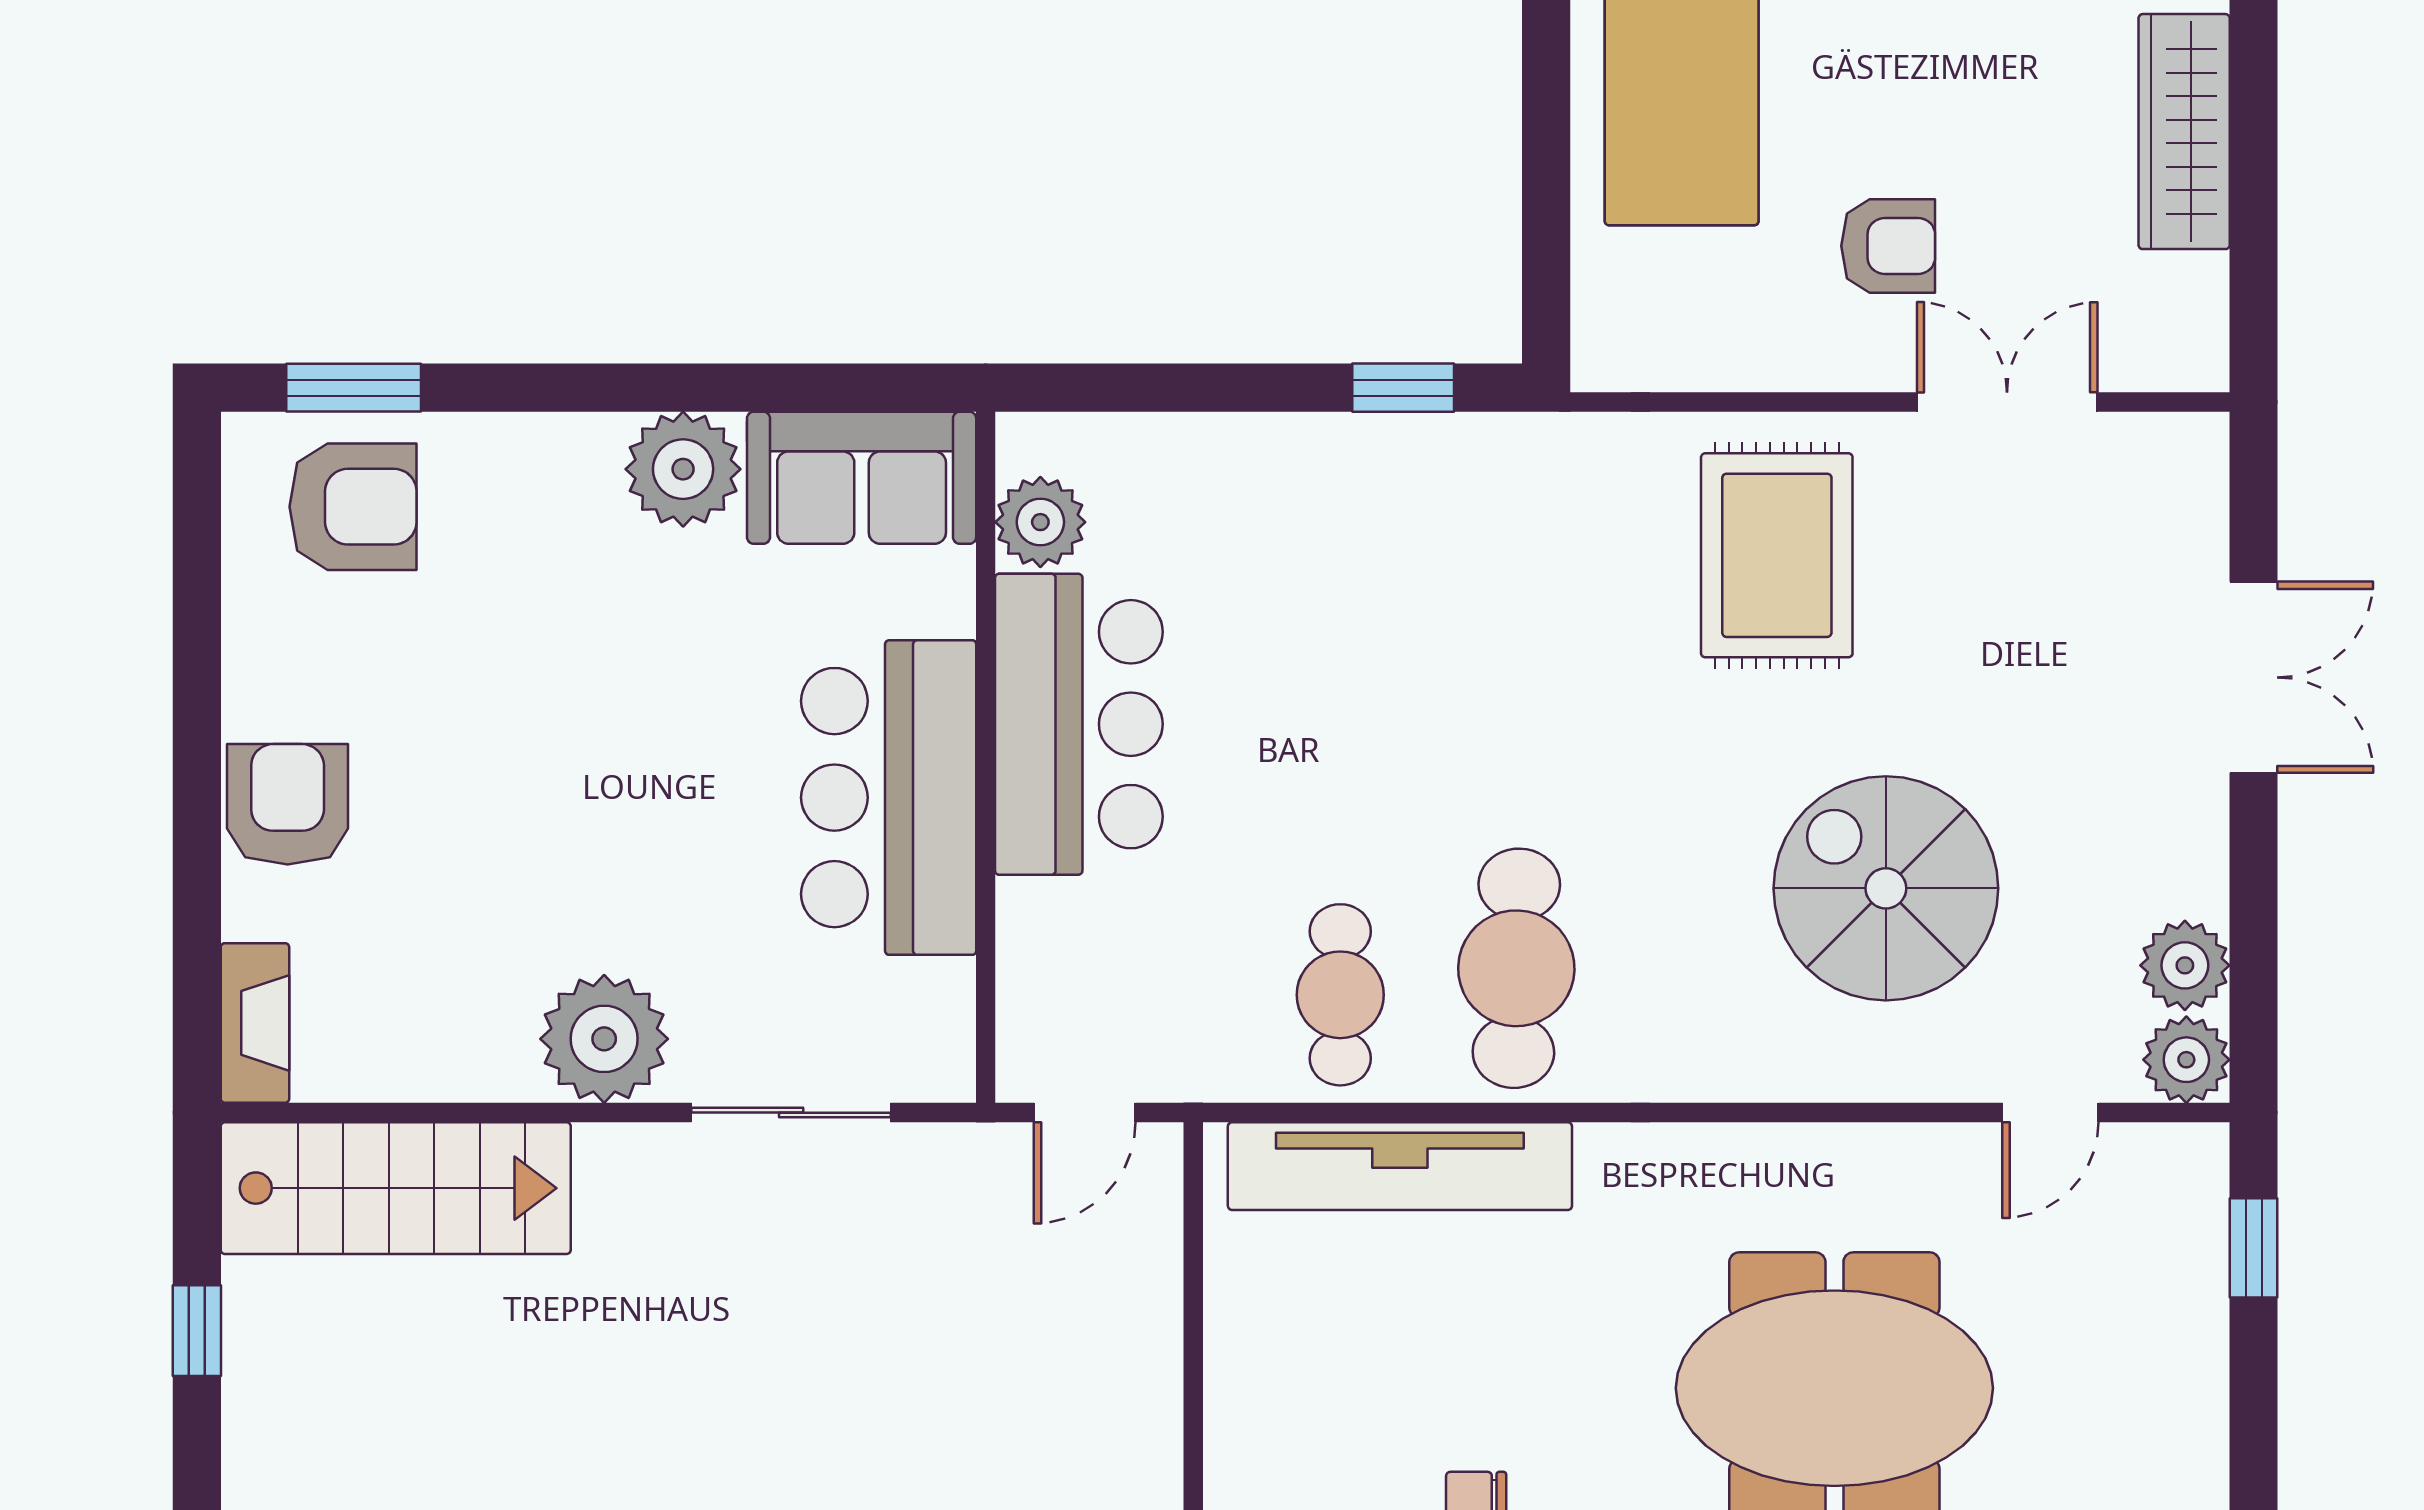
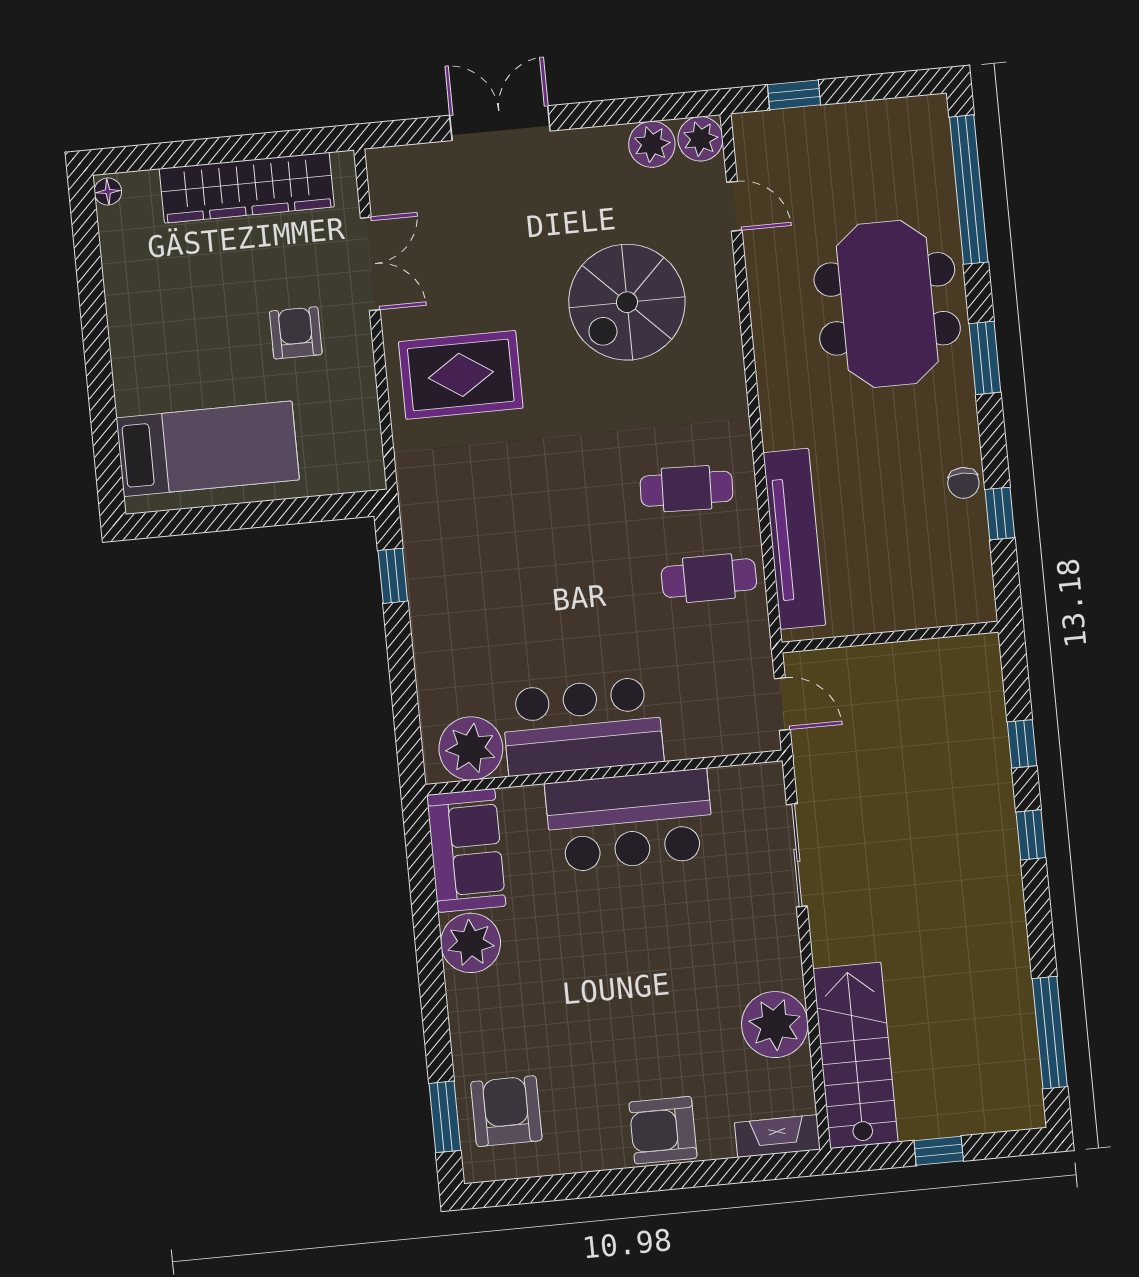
wardrobe: (2184, 132) -> (247, 188), width x1.40, depth x1.17
double door: (2007, 402) -> (370, 264), swing flipped
plant: (1040, 522) -> (471, 748), width x1.36, depth x1.36
cafe table: (1516, 968) -> (687, 489), width x0.73, depth x0.74
plant: (604, 1039) -> (775, 1025), moved

